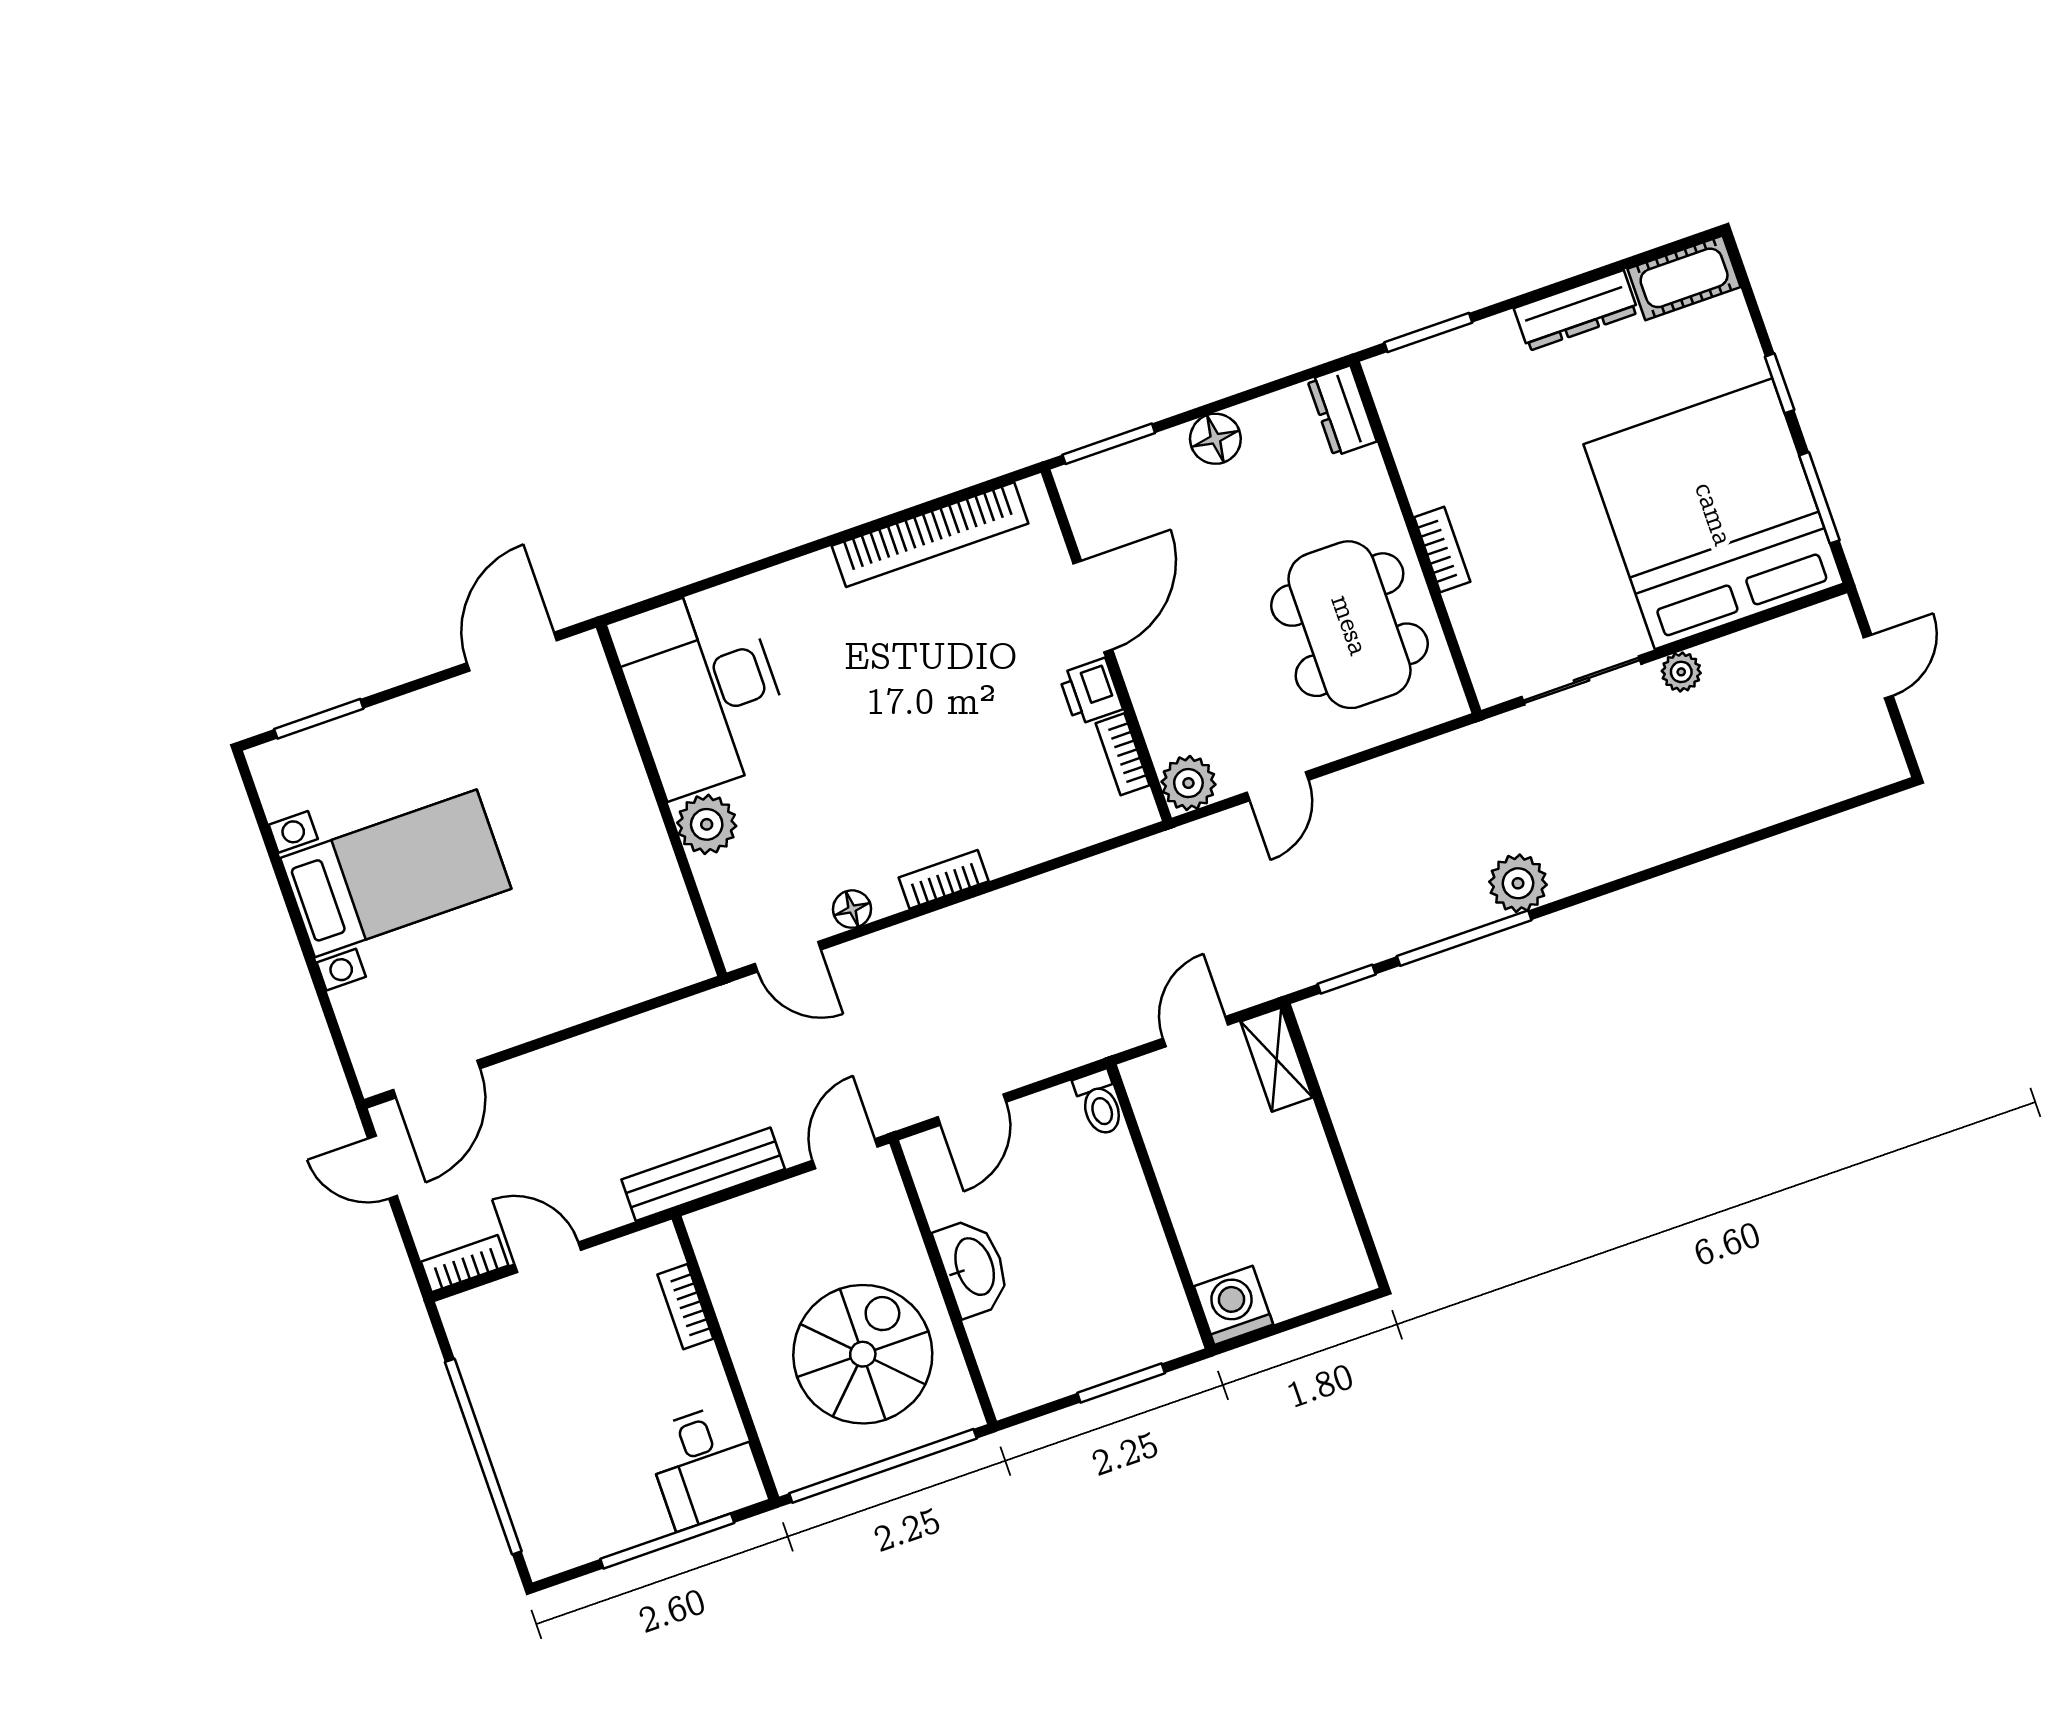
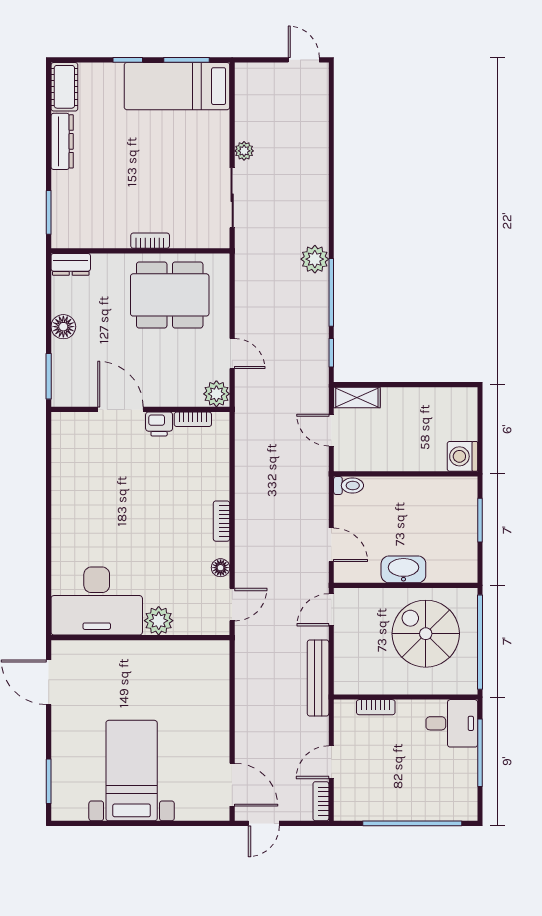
bed: (1714, 514) -> (177, 86), width x0.49
bookcase: (930, 535) -> (62, 472), removed
door: (1878, 666) -> (304, 60), moved
door: (845, 1154) -> (331, 610), hinge flipped

